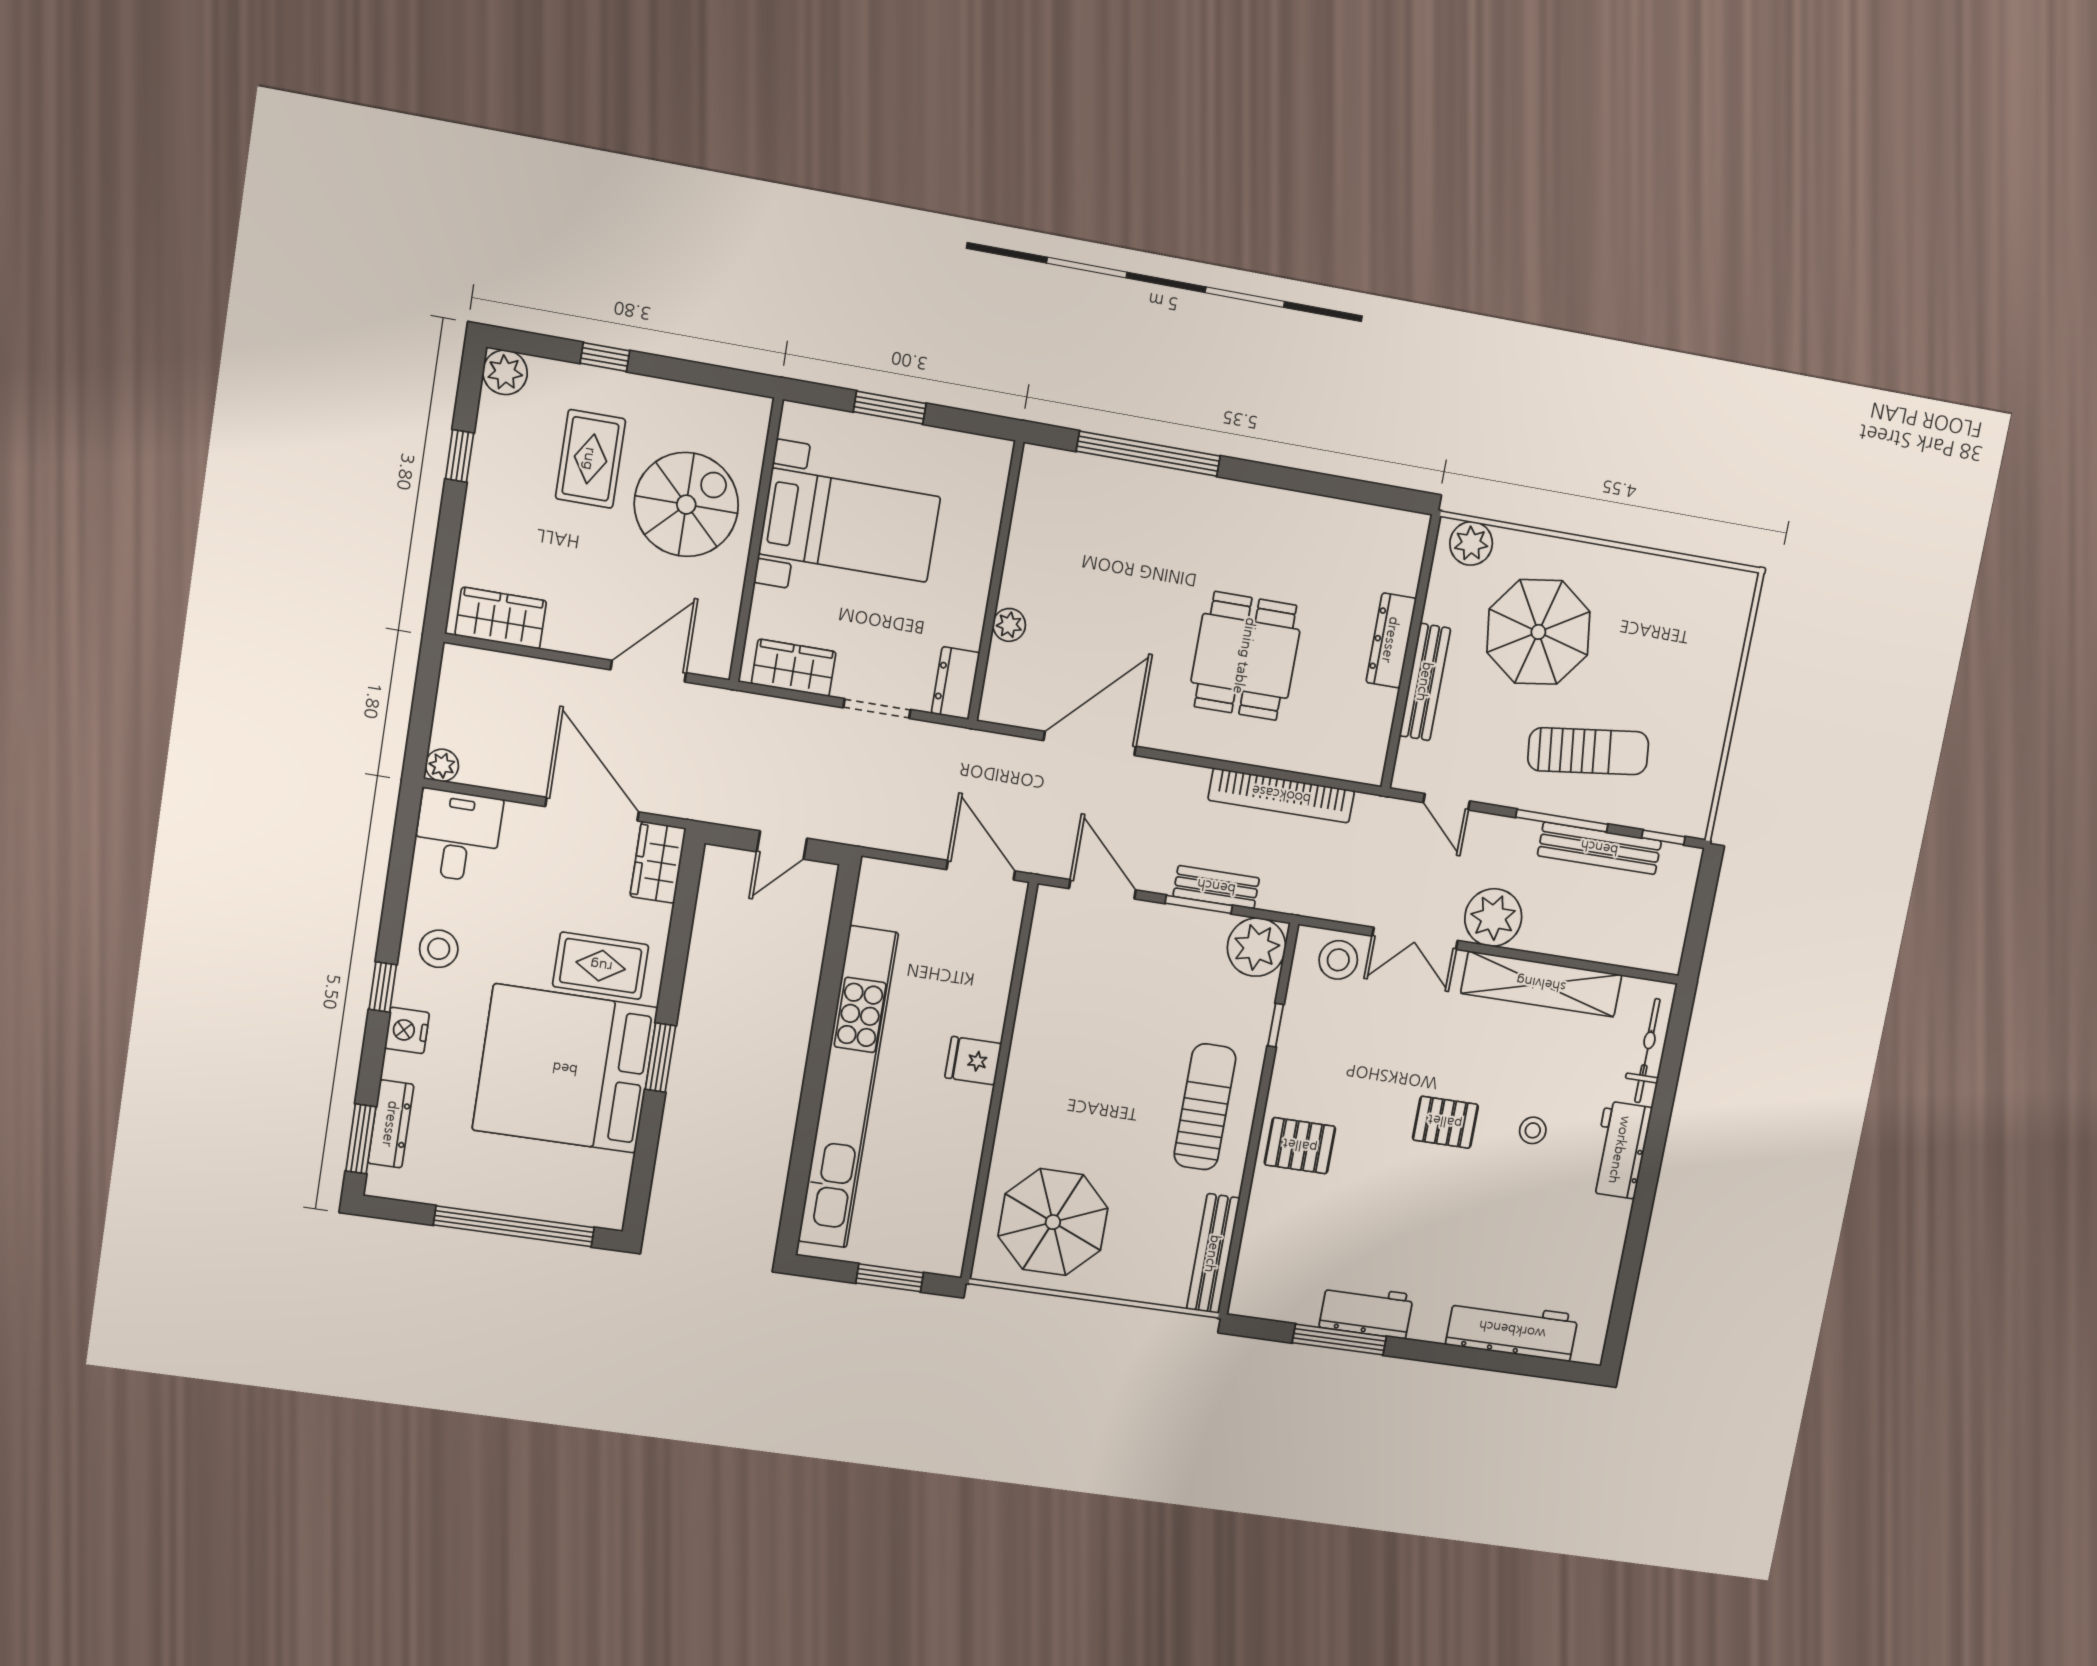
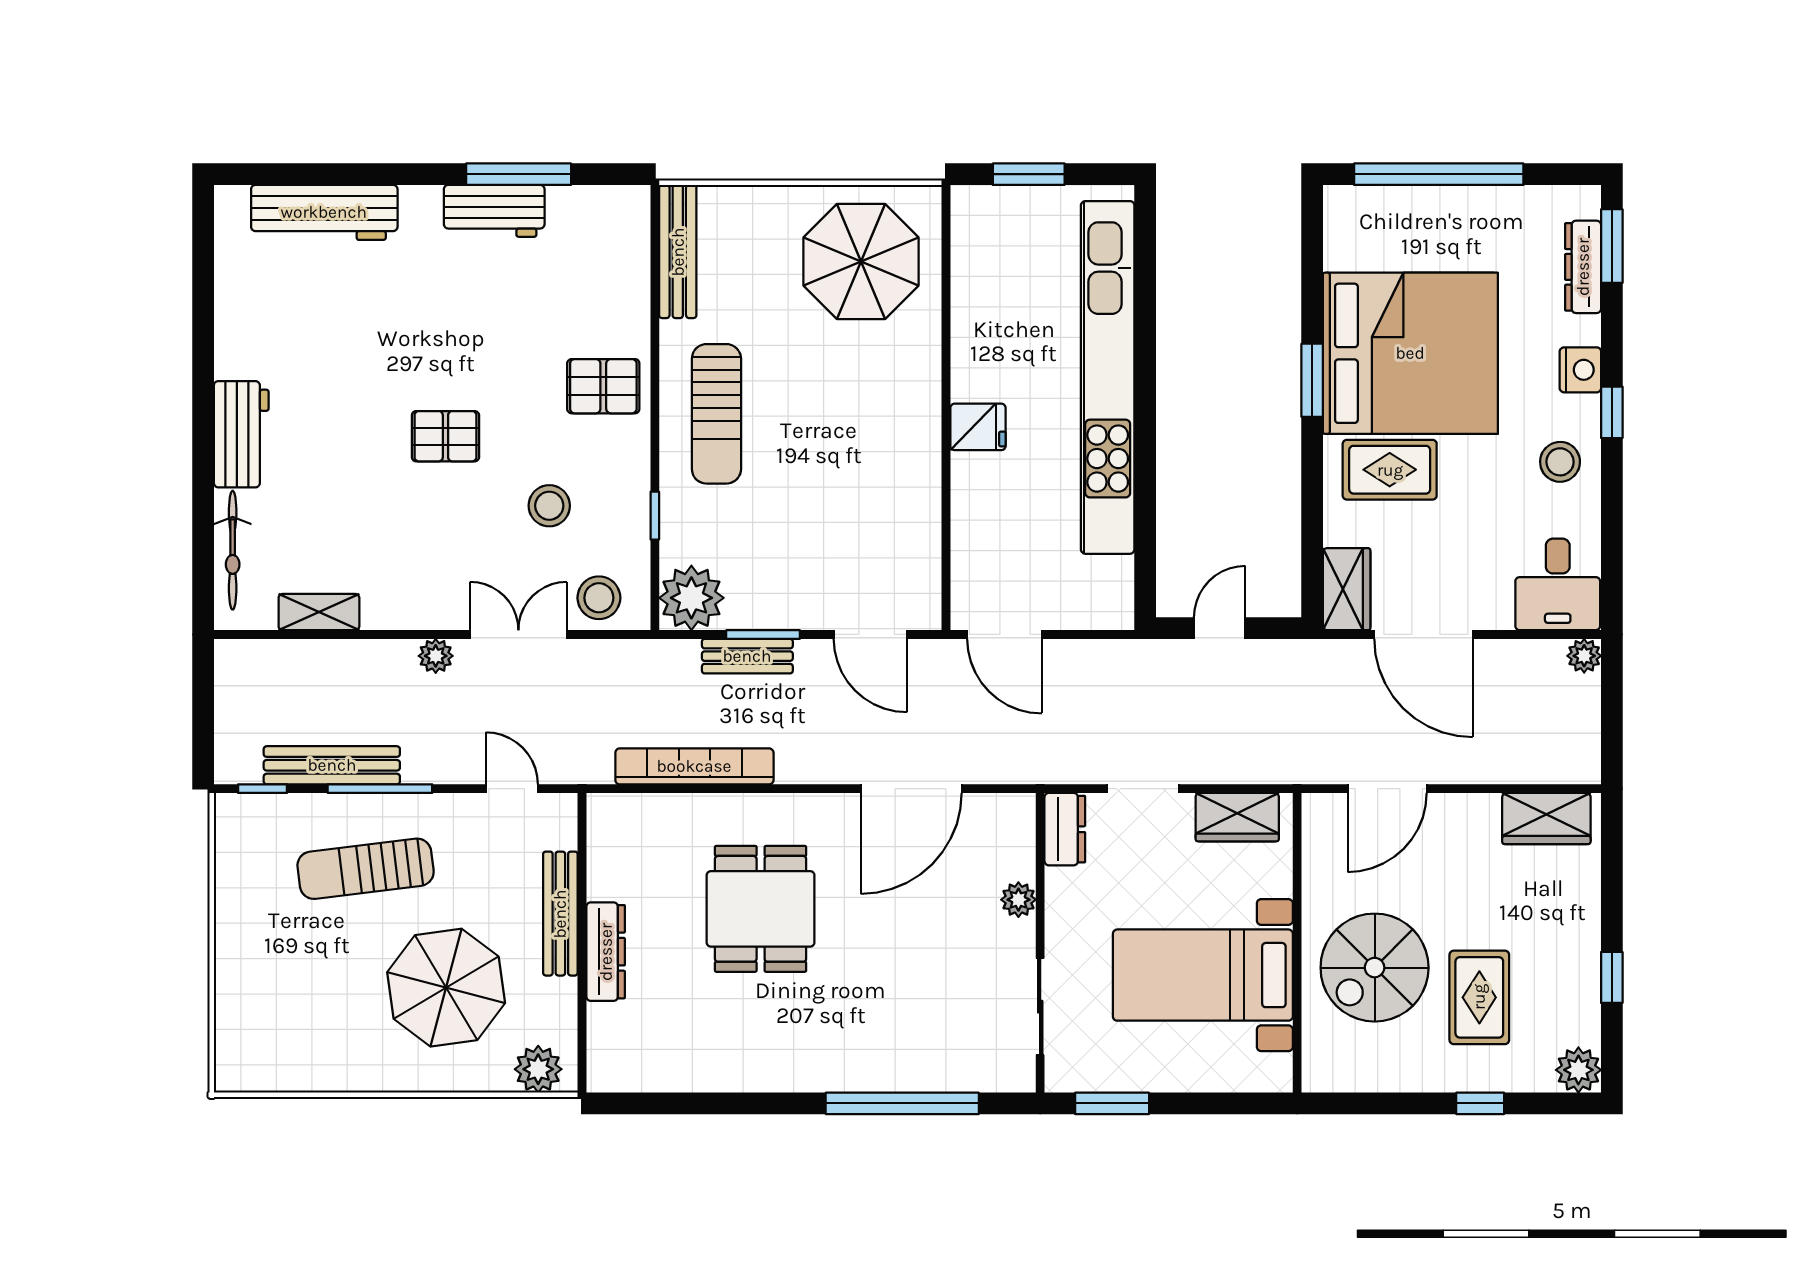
window: (890, 408) -> (1112, 1103), moved
sliding door: (1006, 522) -> (1040, 1007), added
plant: (1493, 917) -> (436, 656), width x0.53, depth x0.53
shelving: (1541, 984) -> (319, 612), width x0.45, depth x0.75
stool: (1533, 1130) -> (549, 506), moved, width x1.37, depth x1.37

